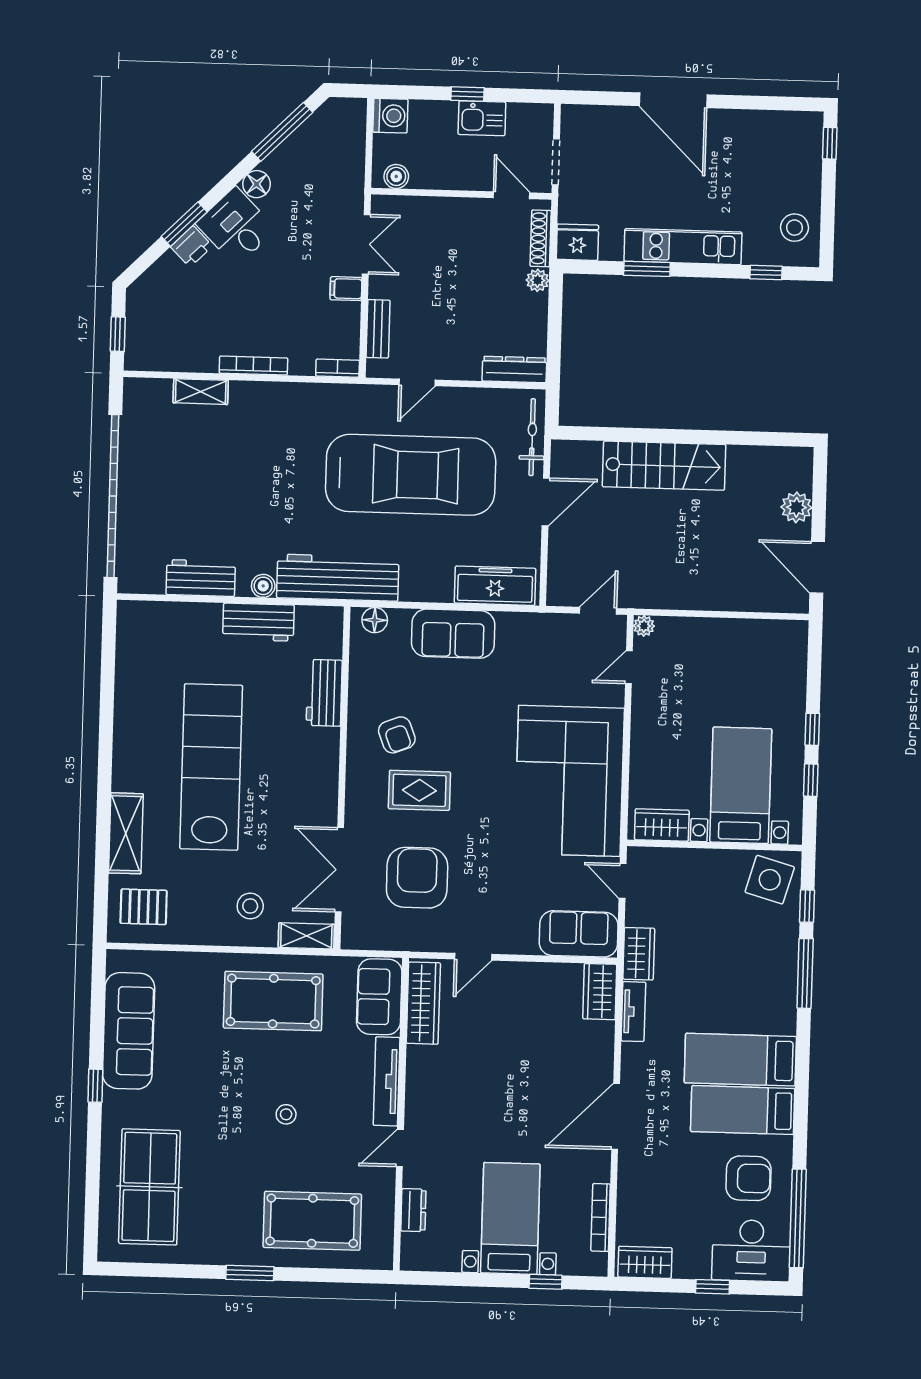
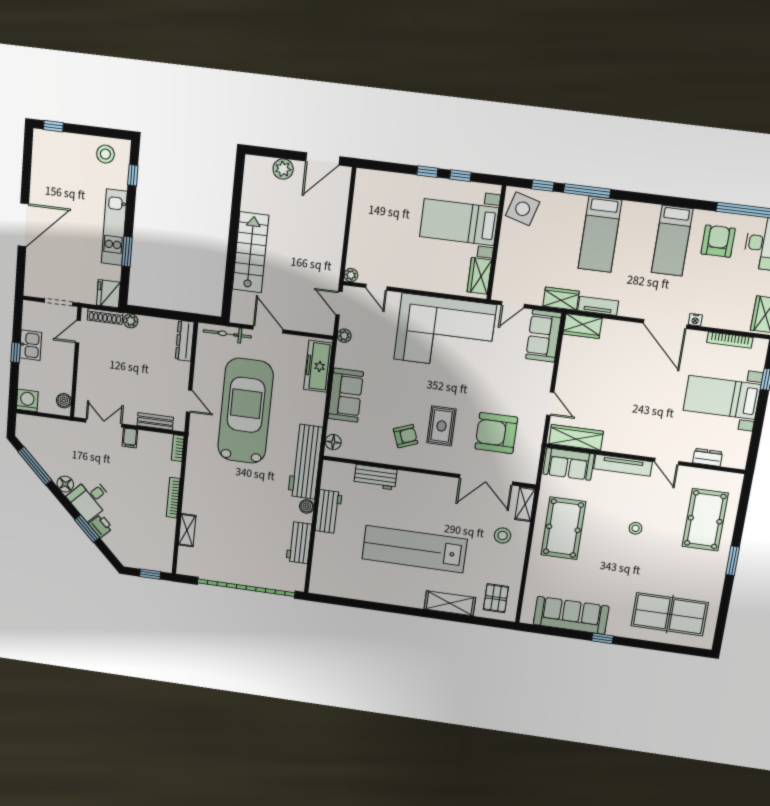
plant: (548, 623) -> (344, 336), added
bed: (740, 1060) -> (600, 234), moved
nightstand: (626, 1161) -> (695, 320), added

